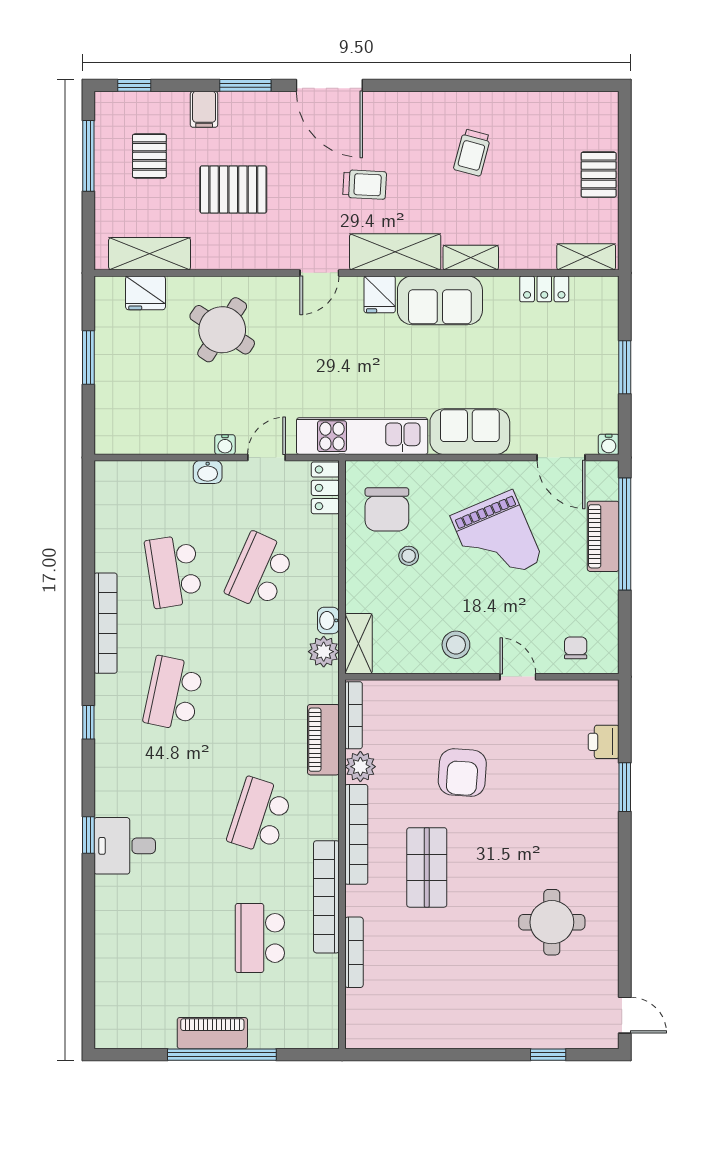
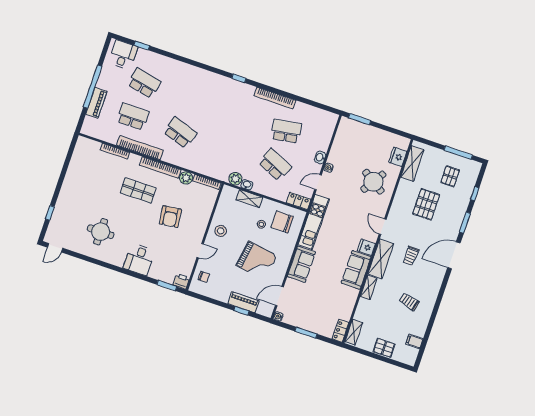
window: (134, 85) -> (475, 194), moved
filing cabinet: (204, 109) -> (414, 341), moved
pallet: (149, 156) -> (450, 176), turned 90
locker: (544, 289) -> (341, 331), moved
window: (88, 358) -> (360, 119), moved
door: (267, 458) -> (318, 182), swing flipped
window: (625, 534) -> (241, 311), width x0.32
grand piano: (497, 539) -> (256, 261), turned -148
shelving: (359, 644) -> (249, 199), moved
school desk: (173, 693) -> (144, 83), moved
piano: (323, 740) -> (201, 167), removed
printer: (604, 742) -> (181, 281), moved
armchair: (462, 773) -> (170, 217), turned -101
window: (625, 787) -> (167, 286), moved
desk: (586, 811) -> (139, 259), added
window: (88, 835) -> (142, 45), moved
desk: (125, 846) -> (123, 55), moved
piano: (212, 1033) -> (96, 103), moved

